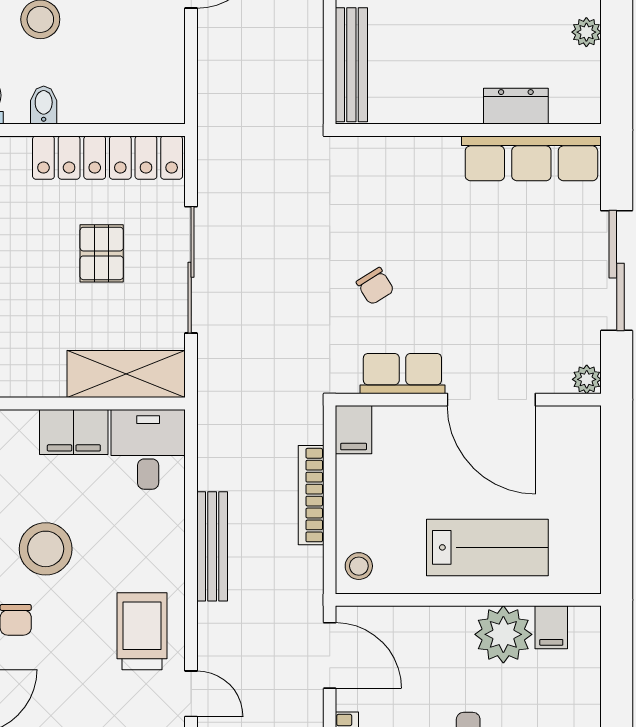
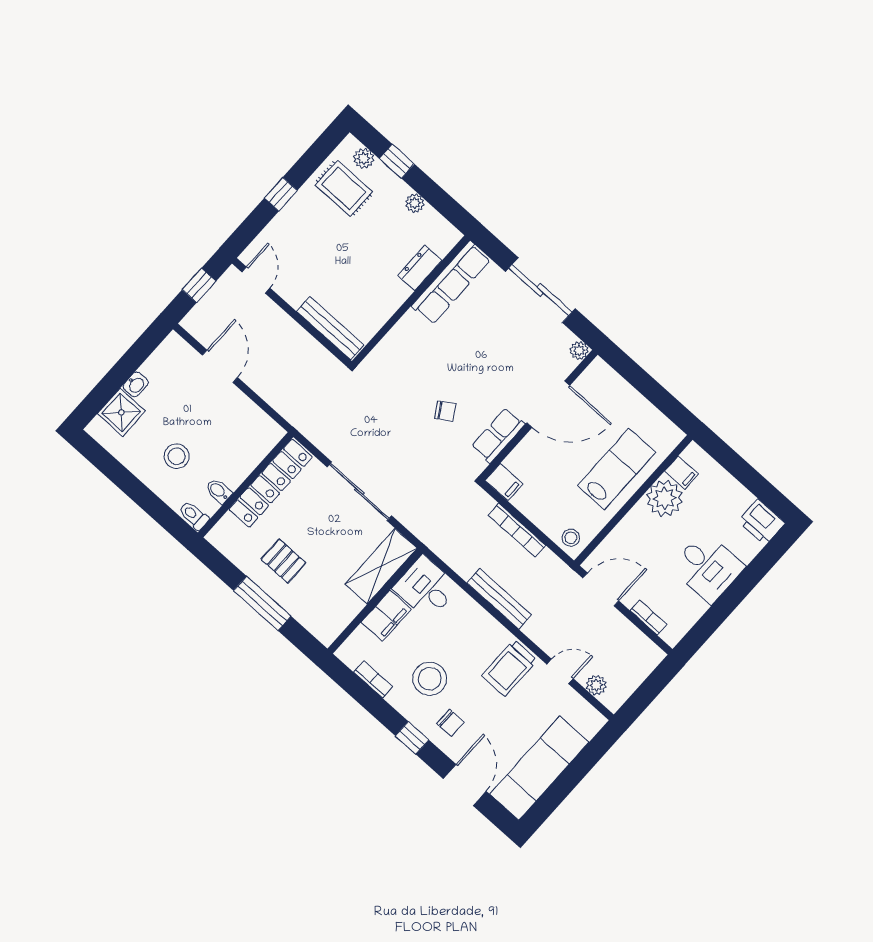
pallet: (102, 253) -> (283, 561), moved
trolley: (142, 631) -> (510, 668), turned -90

